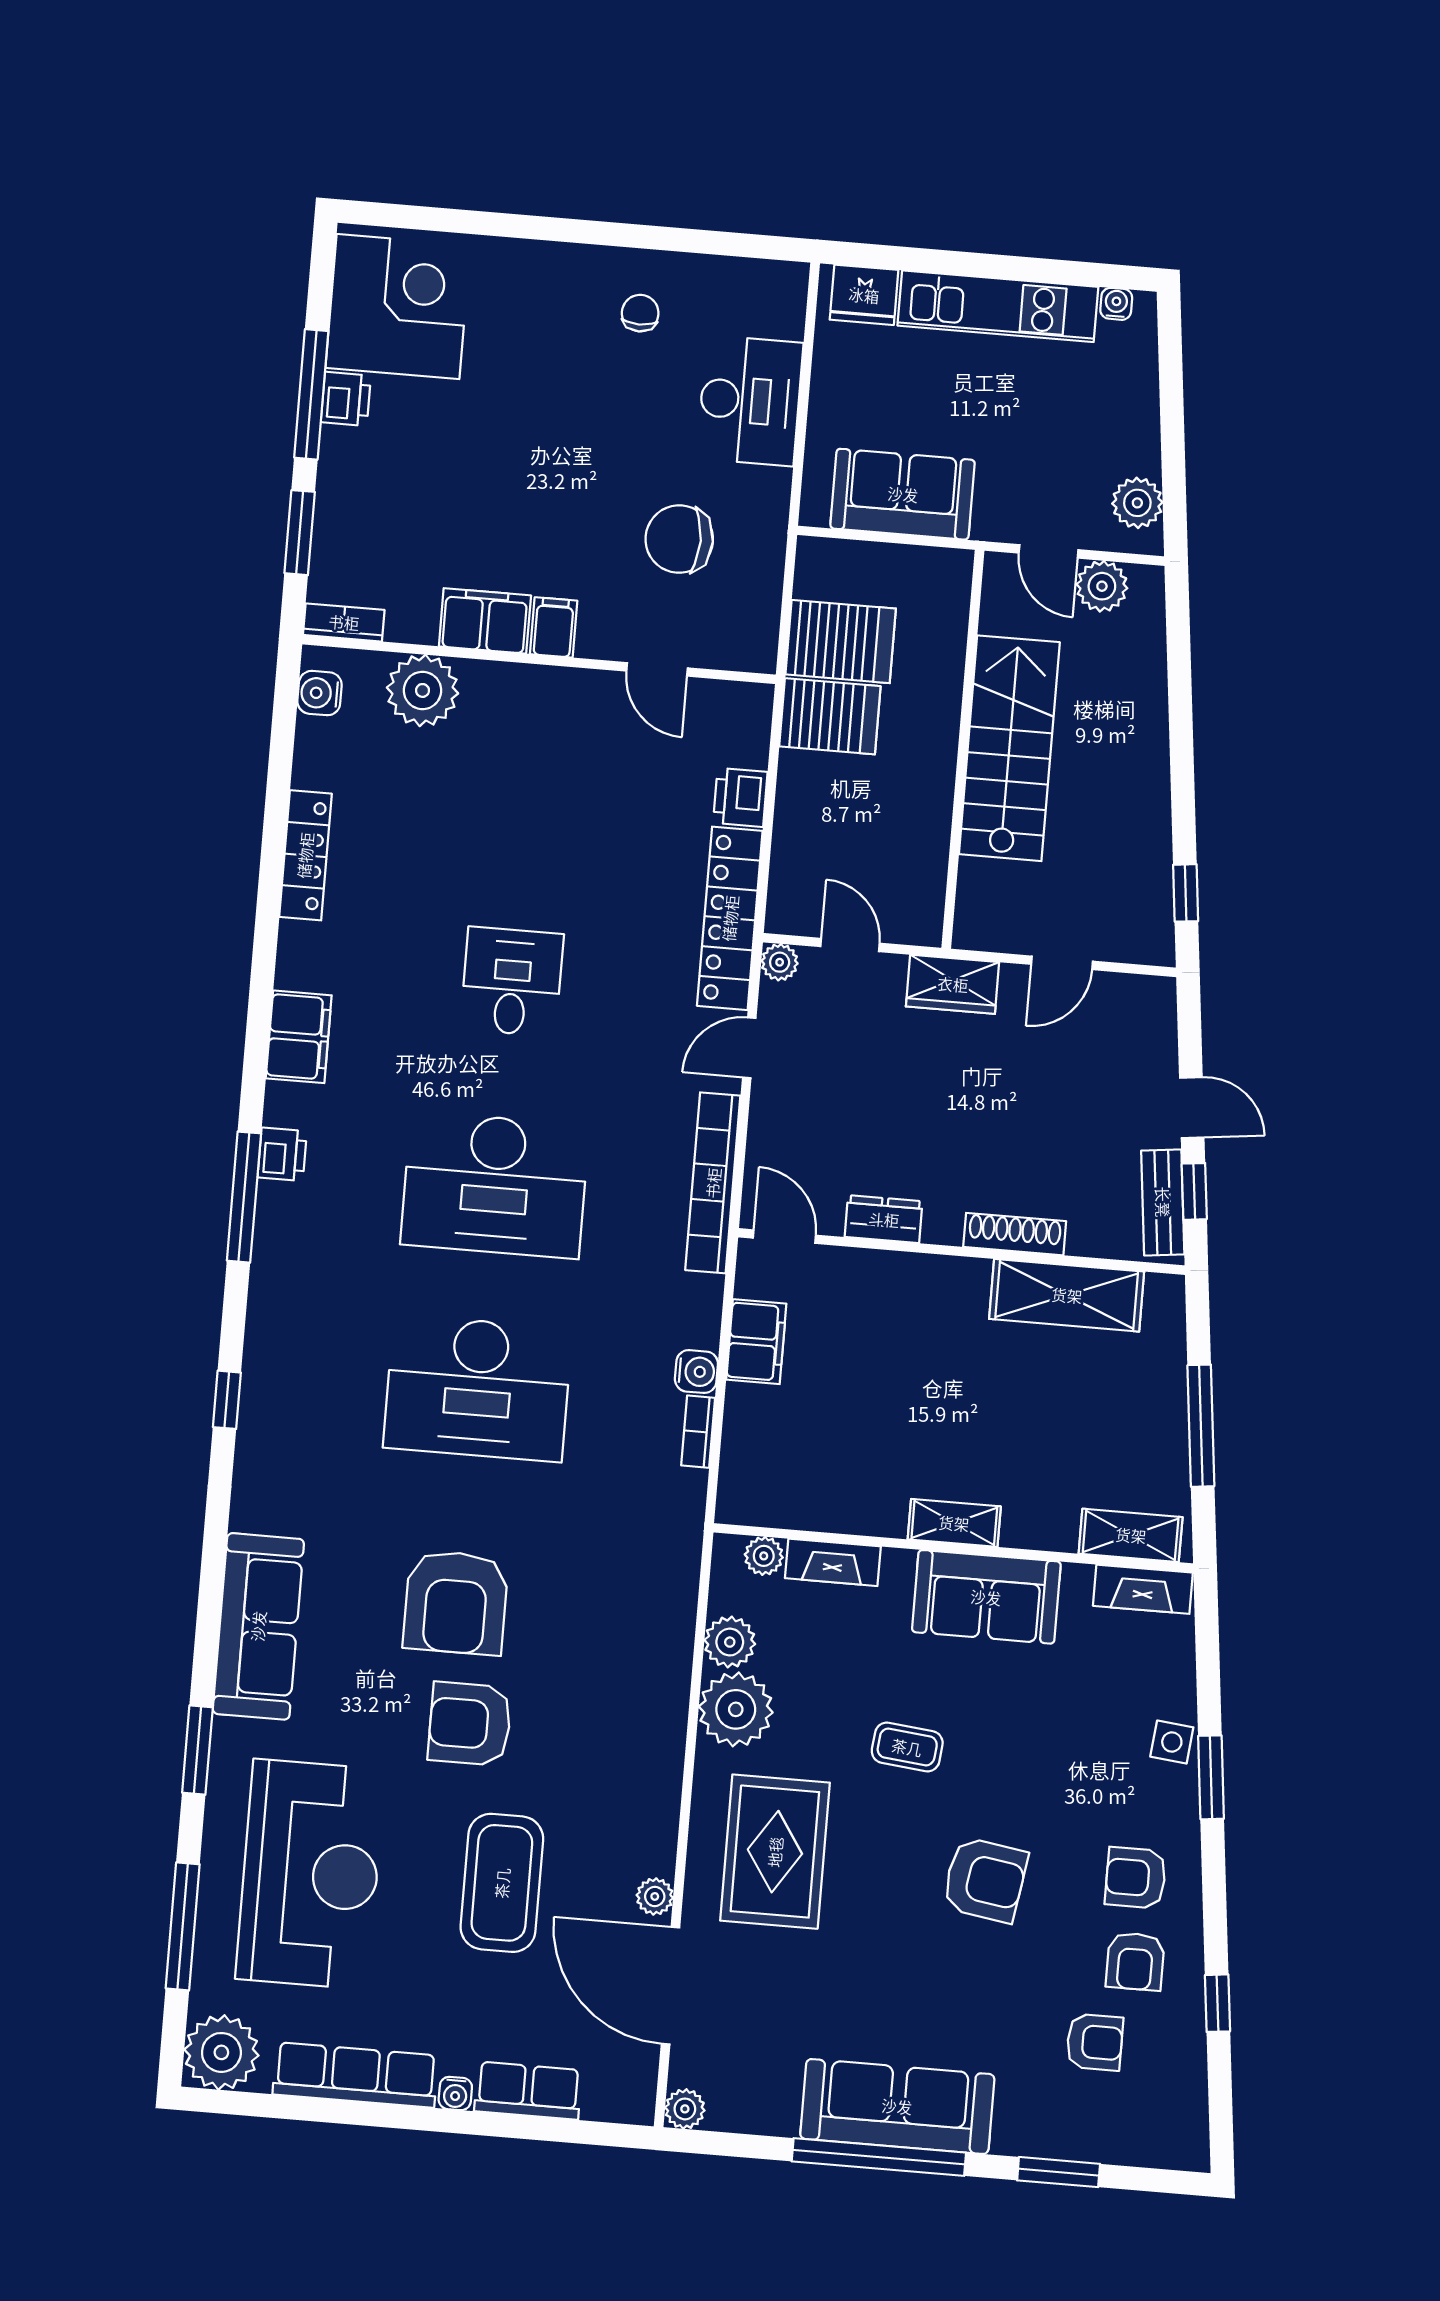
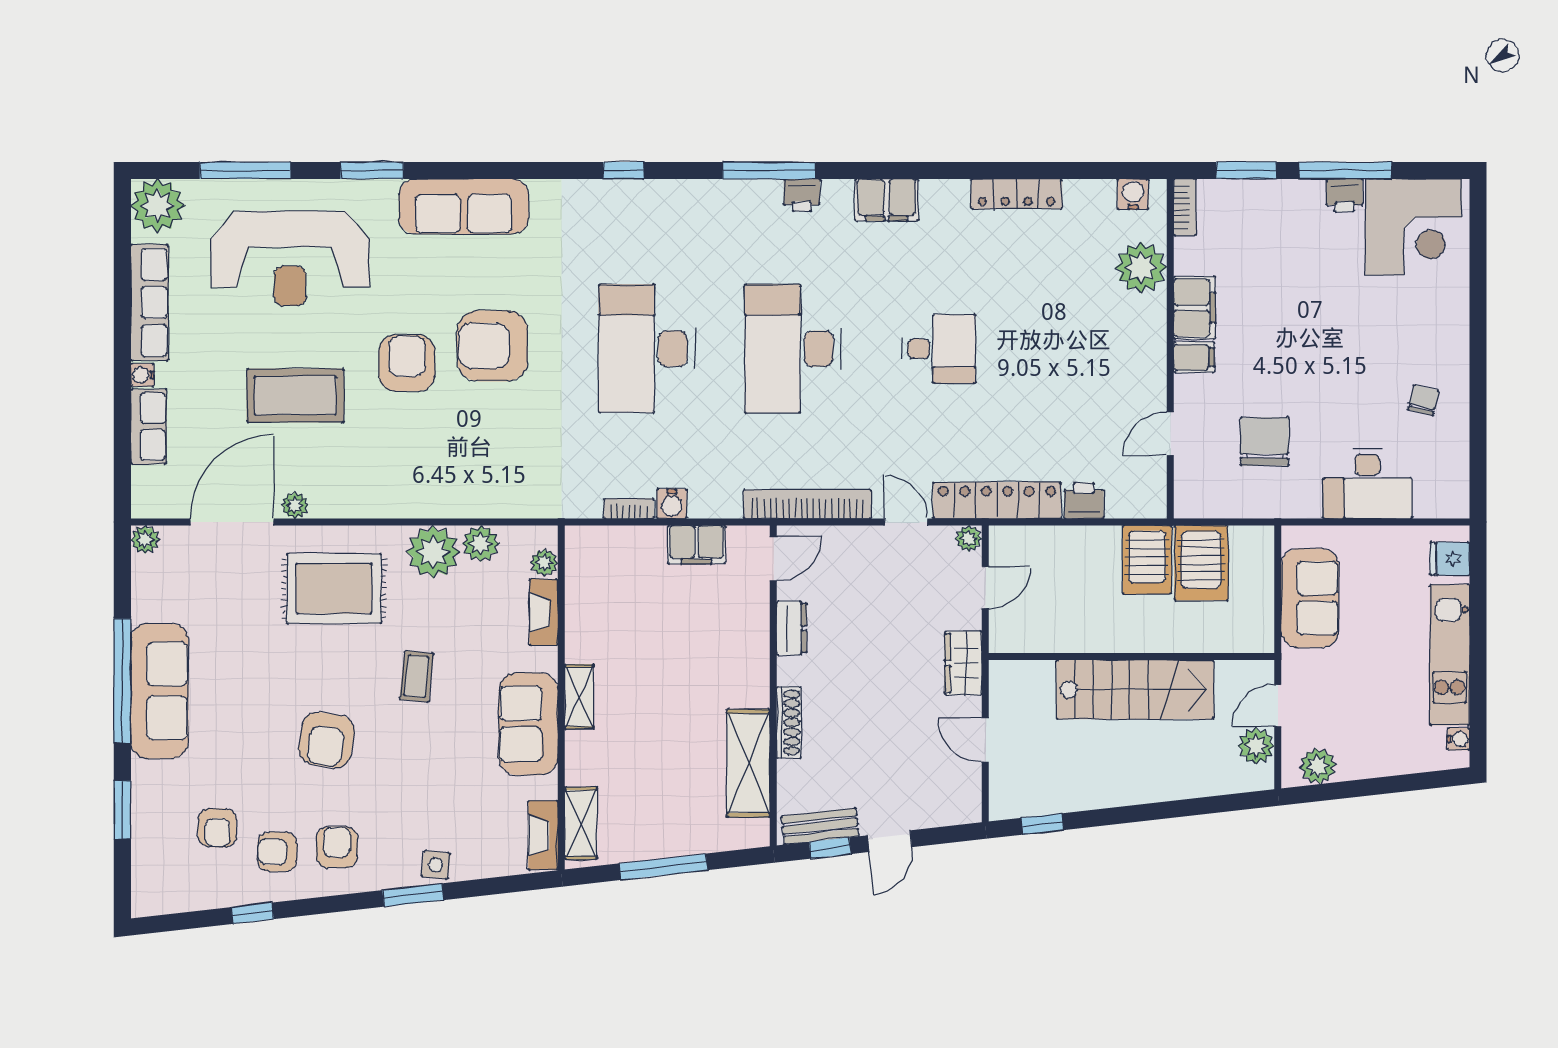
fridge: (864, 295) -> (1450, 559), width x0.72
chair: (640, 313) -> (1423, 400), turned -77

